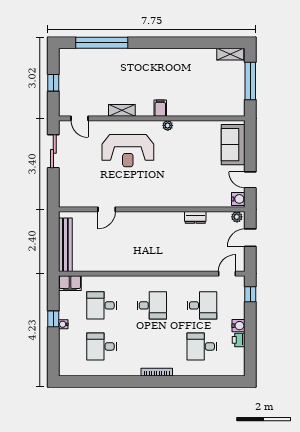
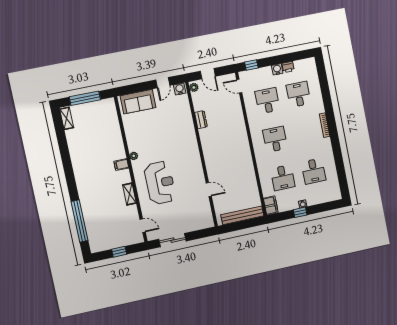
door: (80, 118) -> (143, 226), hinge flipped
desk: (202, 346) -> (299, 94), turned 180

